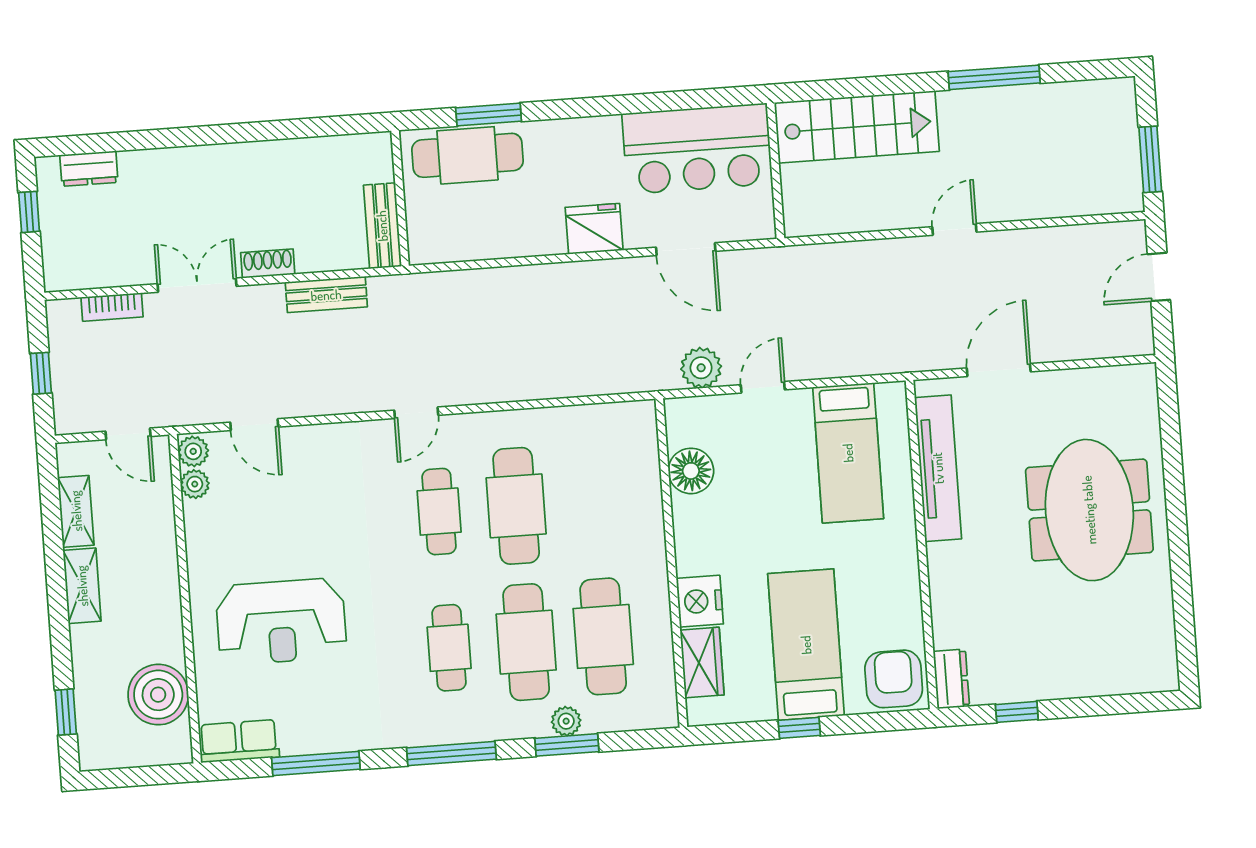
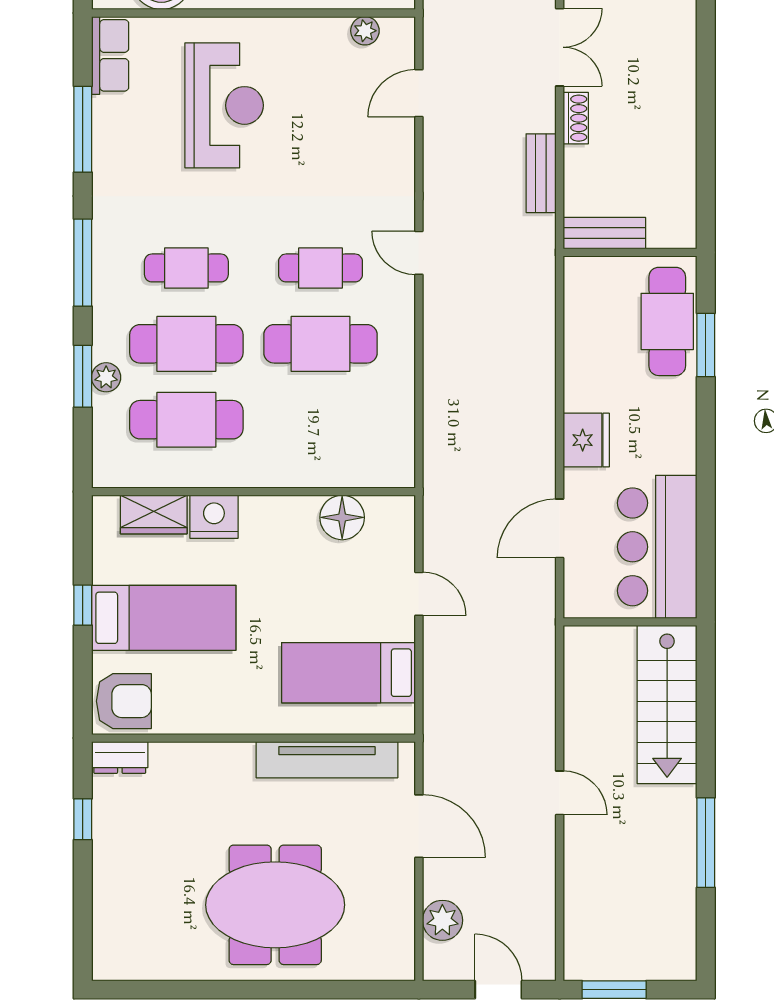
plant: (701, 368) -> (442, 920), moved
plant: (193, 451) -> (397, 32), removed
reception desk: (281, 622) -> (224, 105), turned 180

